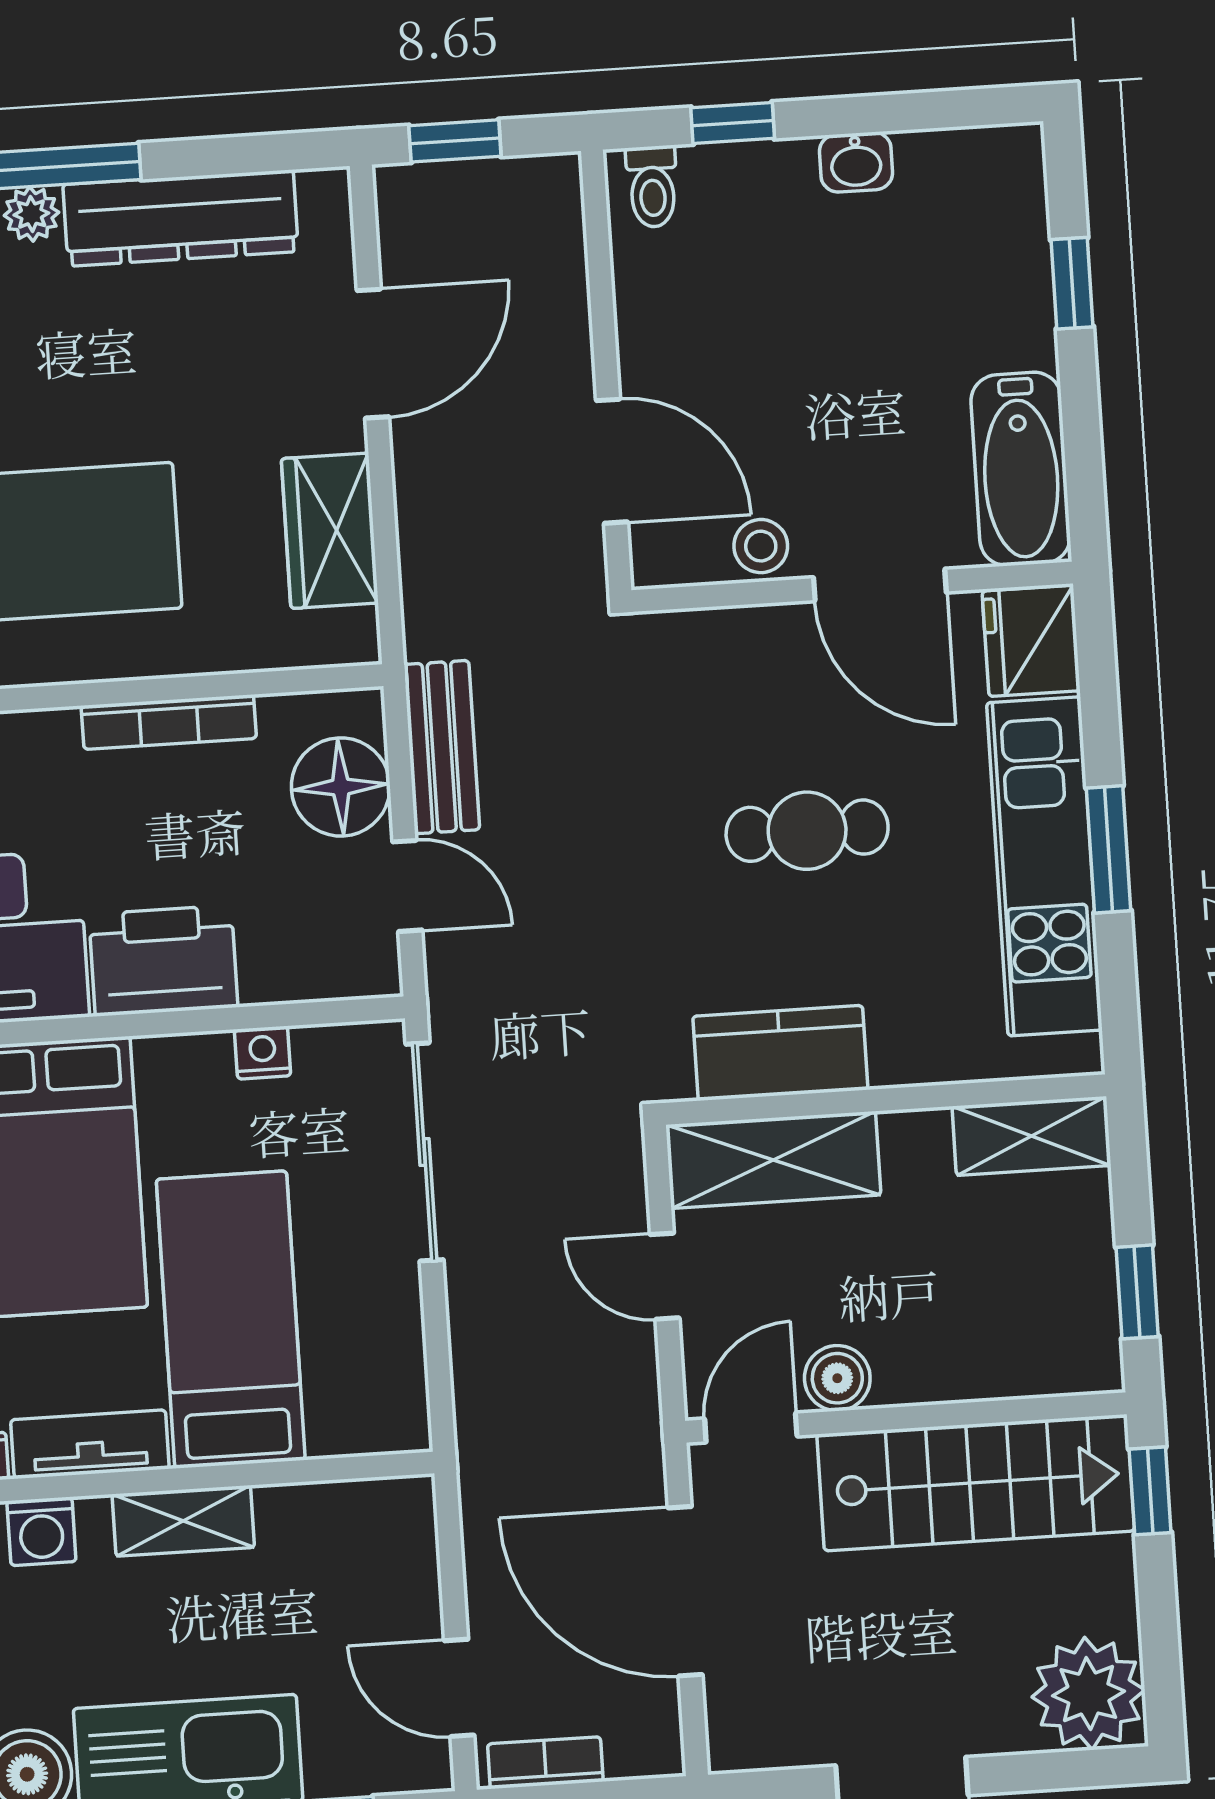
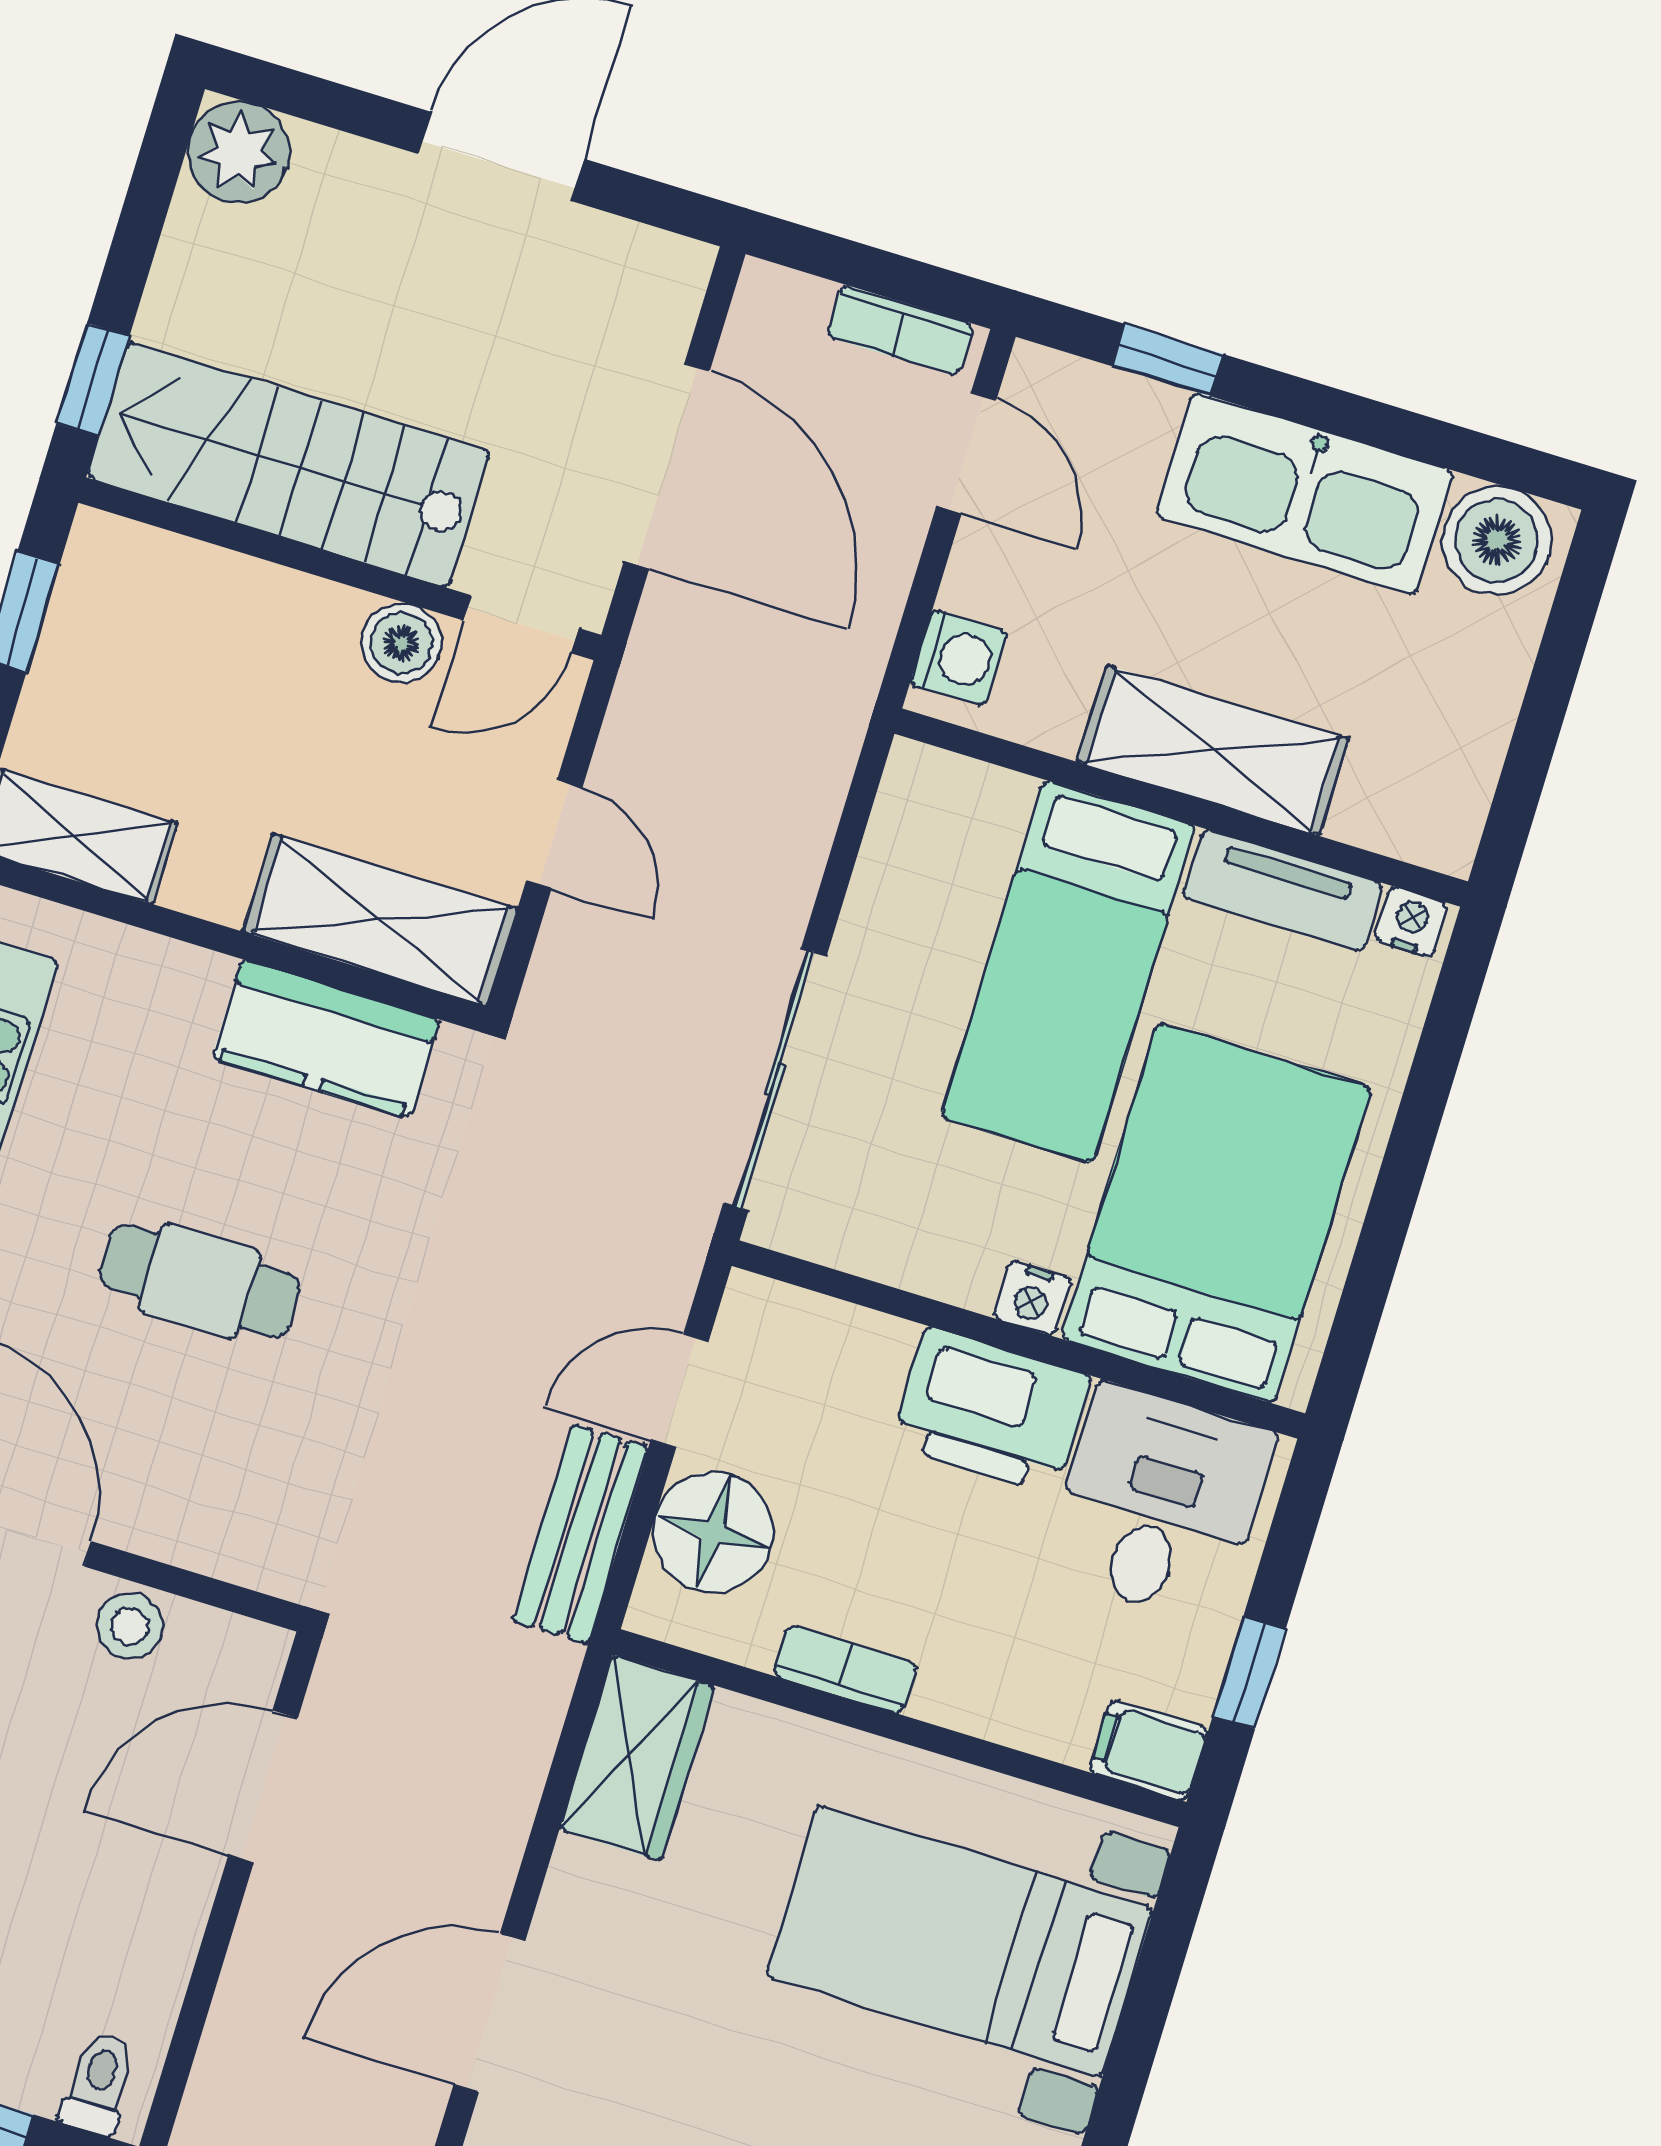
door: (612, 461) -> (263, 1787), hinge flipped
wardrobe: (330, 531) -> (637, 1758), moved
bookcase: (169, 722) -> (845, 1669), width x0.64
door: (407, 886) -> (680, 1391), hinge flipped
nightstand: (263, 1053) -> (1032, 1298), moved
shelving: (183, 1521) -> (1213, 750), width x1.50, depth x1.33
washing machine: (41, 1531) -> (959, 658), moved, turned 90
plant: (1088, 1694) -> (238, 152), width x0.73, depth x0.73

